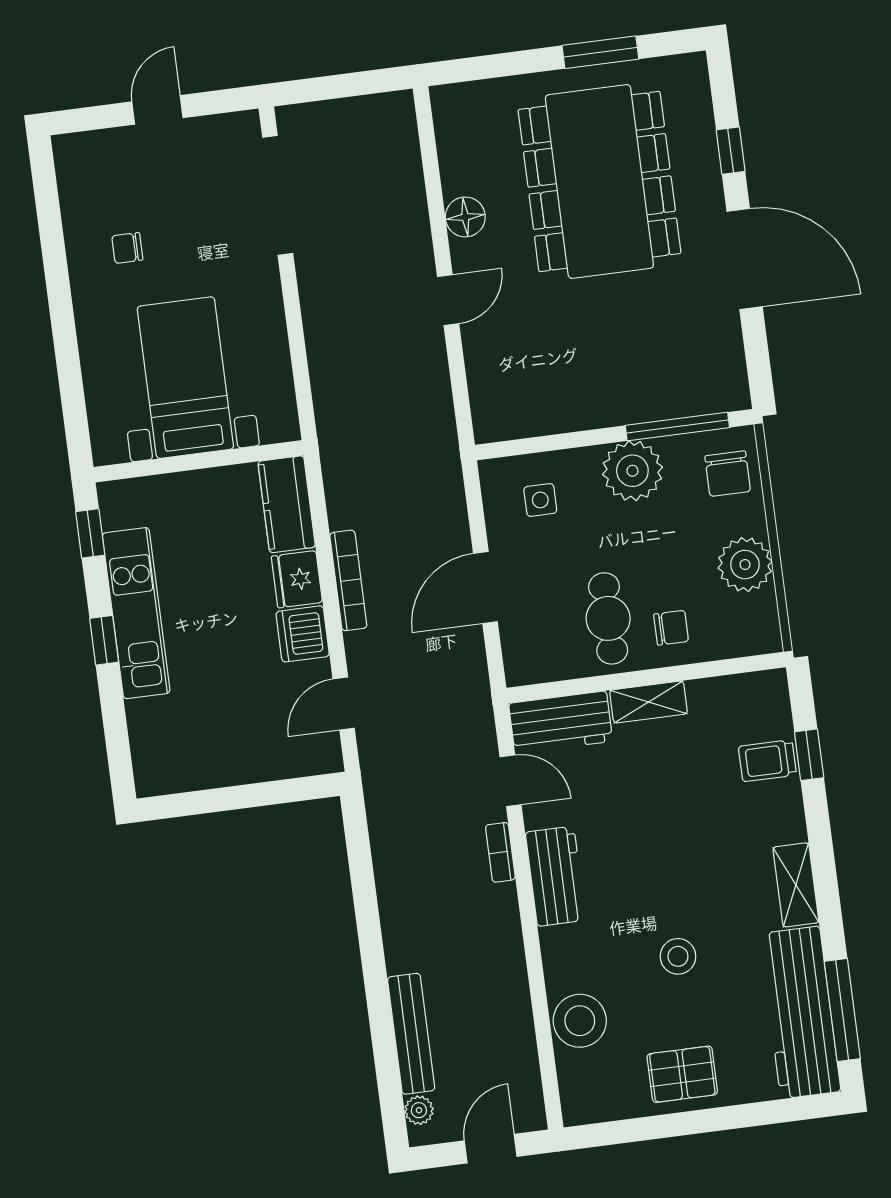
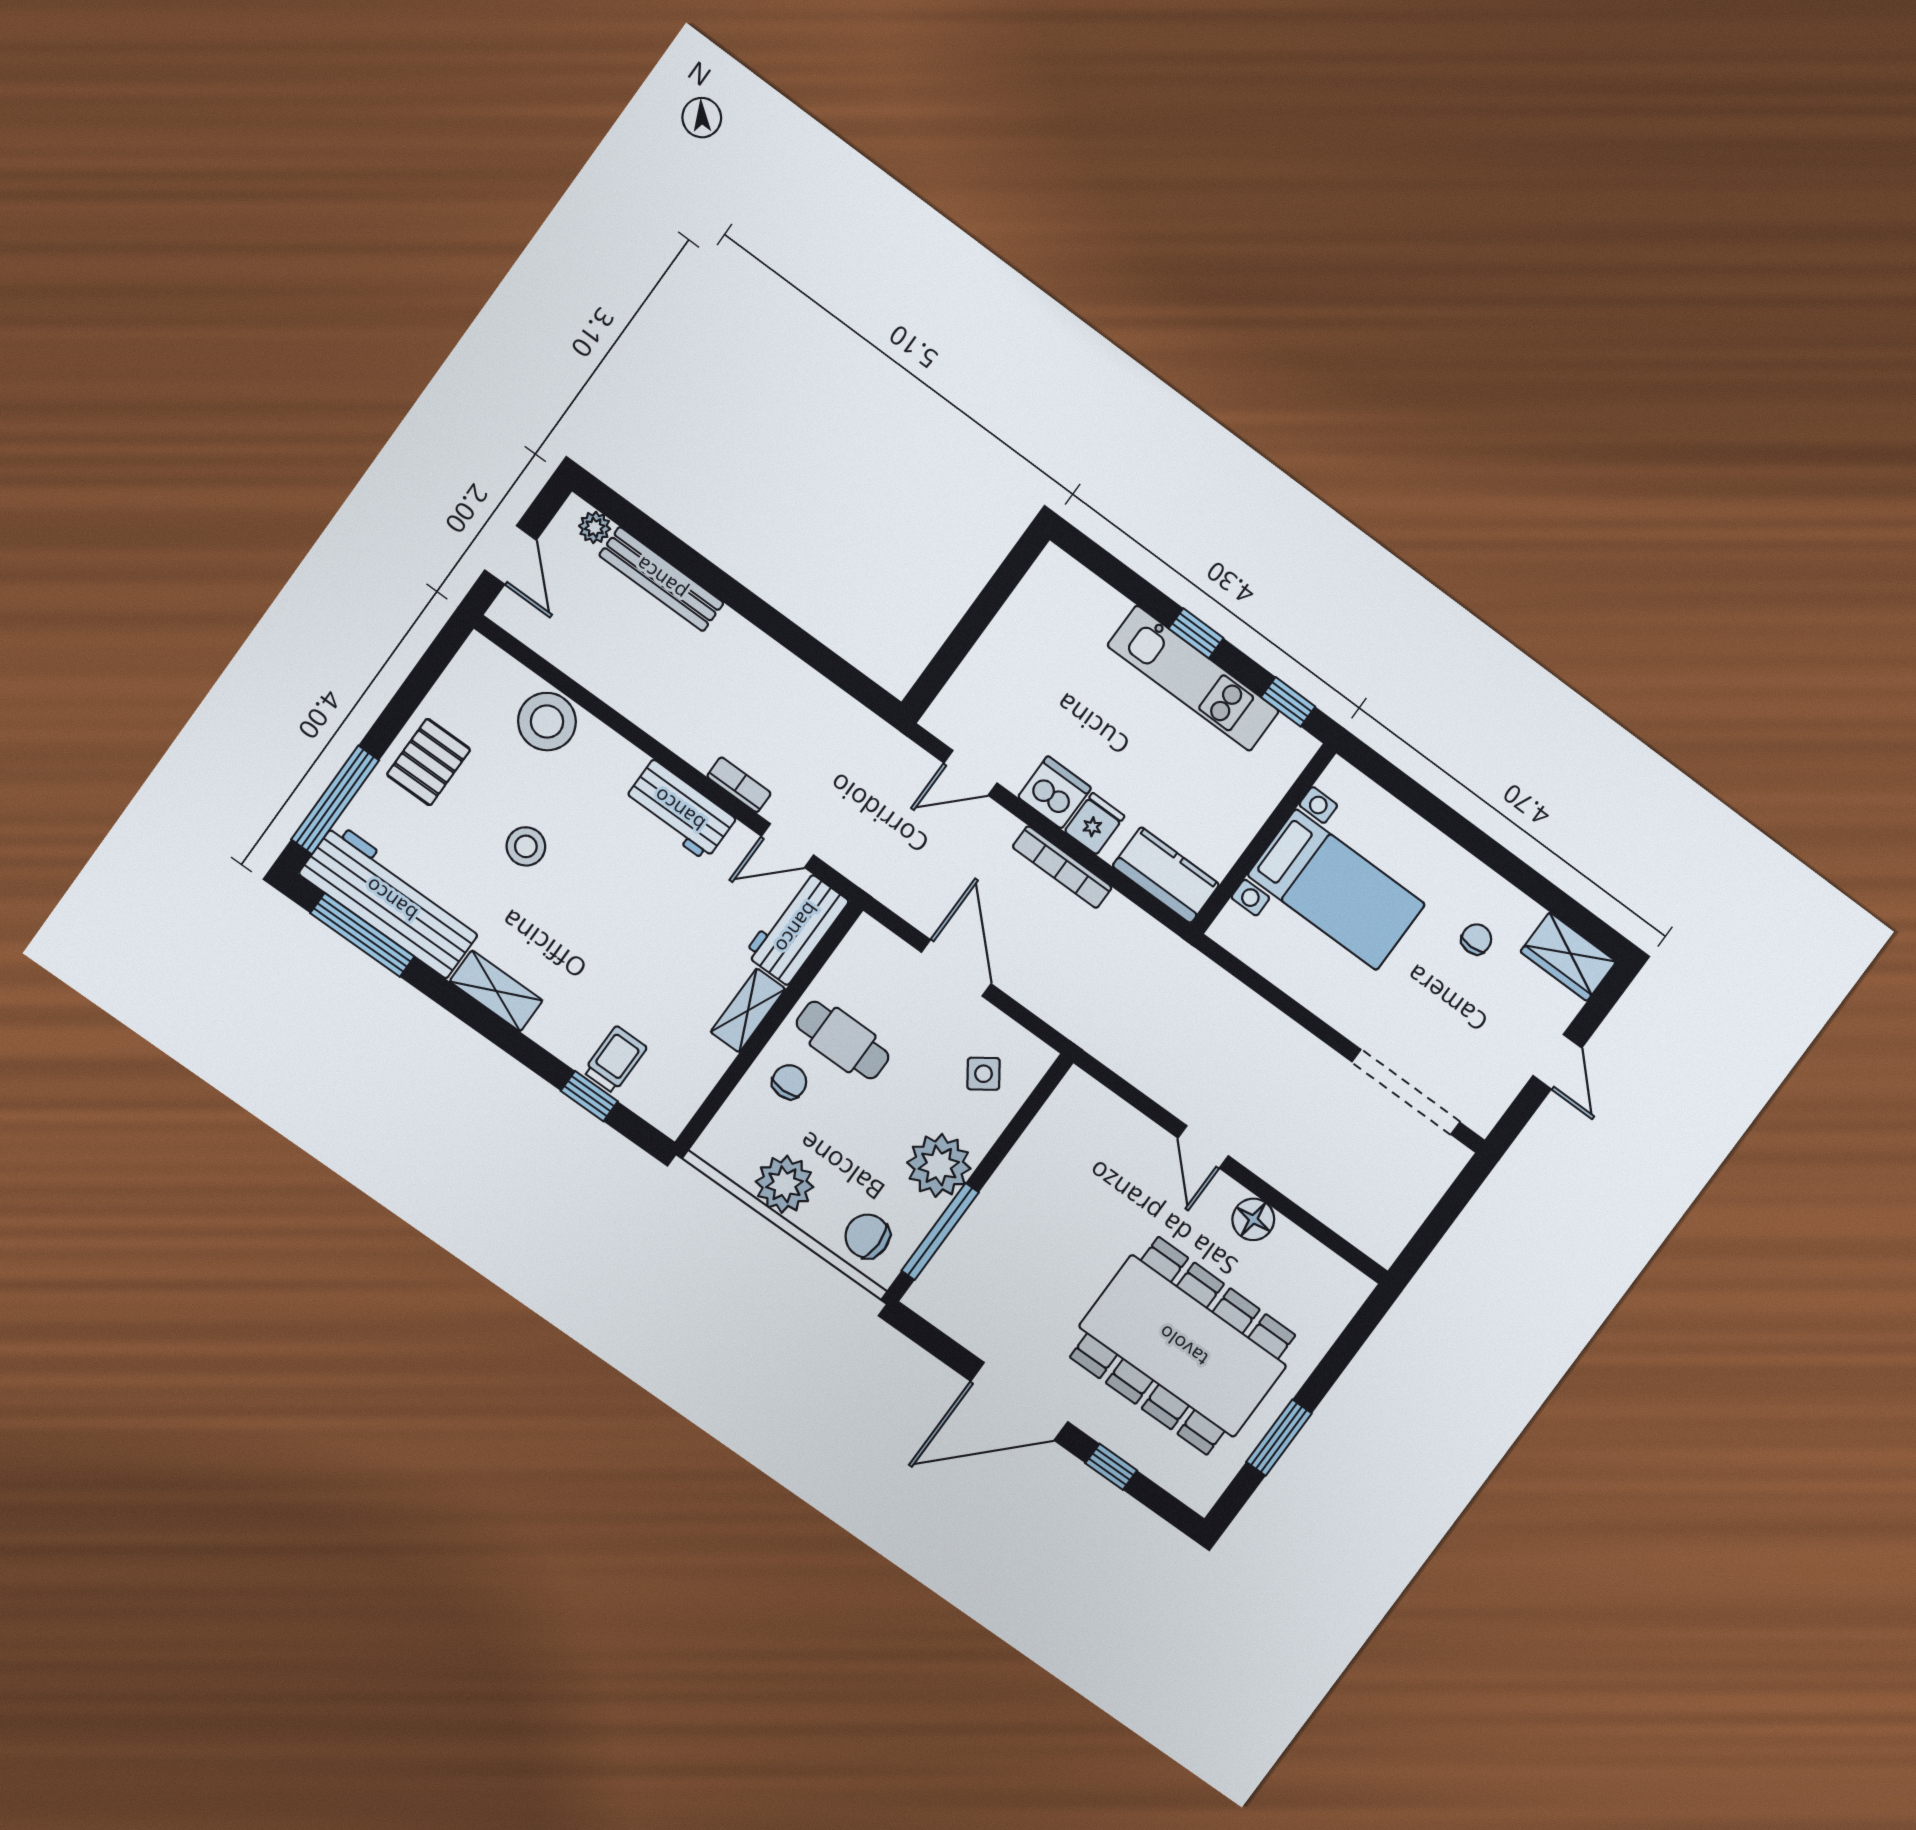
wardrobe: (79, 172) -> (1568, 957), added
side table: (540, 500) -> (984, 1074), turned -35
fridge: (297, 579) -> (1095, 824), width x0.72
chair: (671, 628) -> (789, 1082), turned 180
door: (344, 704) -> (971, 773), swing flipped
window: (767, 1113) -> (335, 800), added

